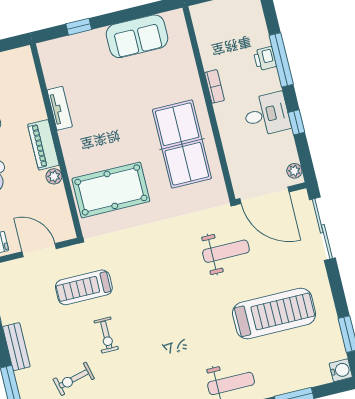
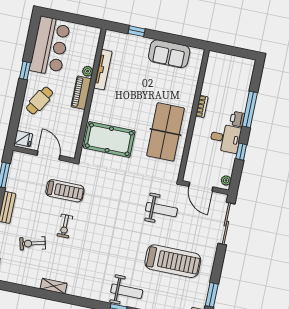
printer: (265, 59) -> (237, 119), moved
tv unit: (60, 108) -> (103, 70), width x1.41
plant: (54, 176) -> (88, 71), moved
door: (264, 195) -> (201, 187), width x0.73
treadmill: (84, 287) -> (65, 191), turned 180

